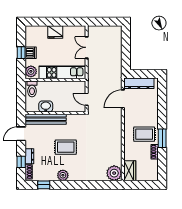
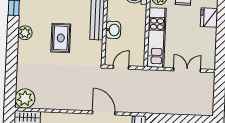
fridge: (55, 32) -> (209, 18), moved
door: (123, 99) -> (104, 113), moved
washbasin: (46, 106) -> (113, 30), moved

